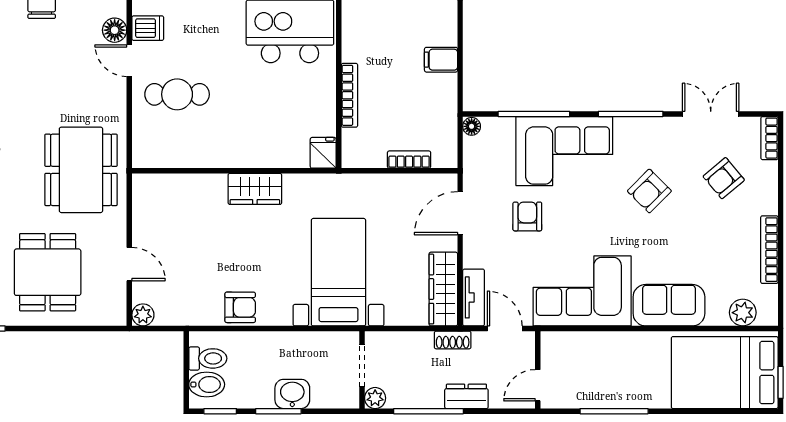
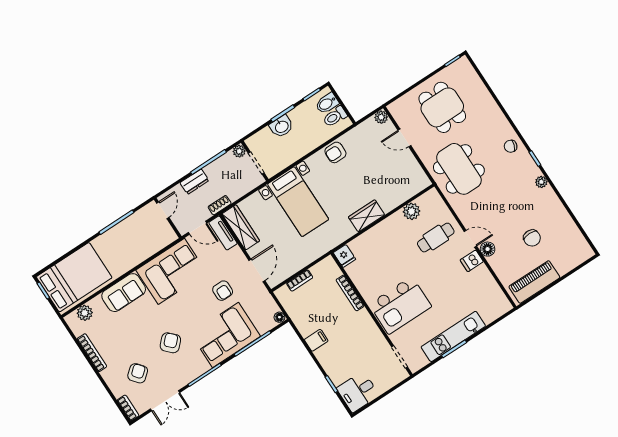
plant: (187, 154) -> (411, 211), added

